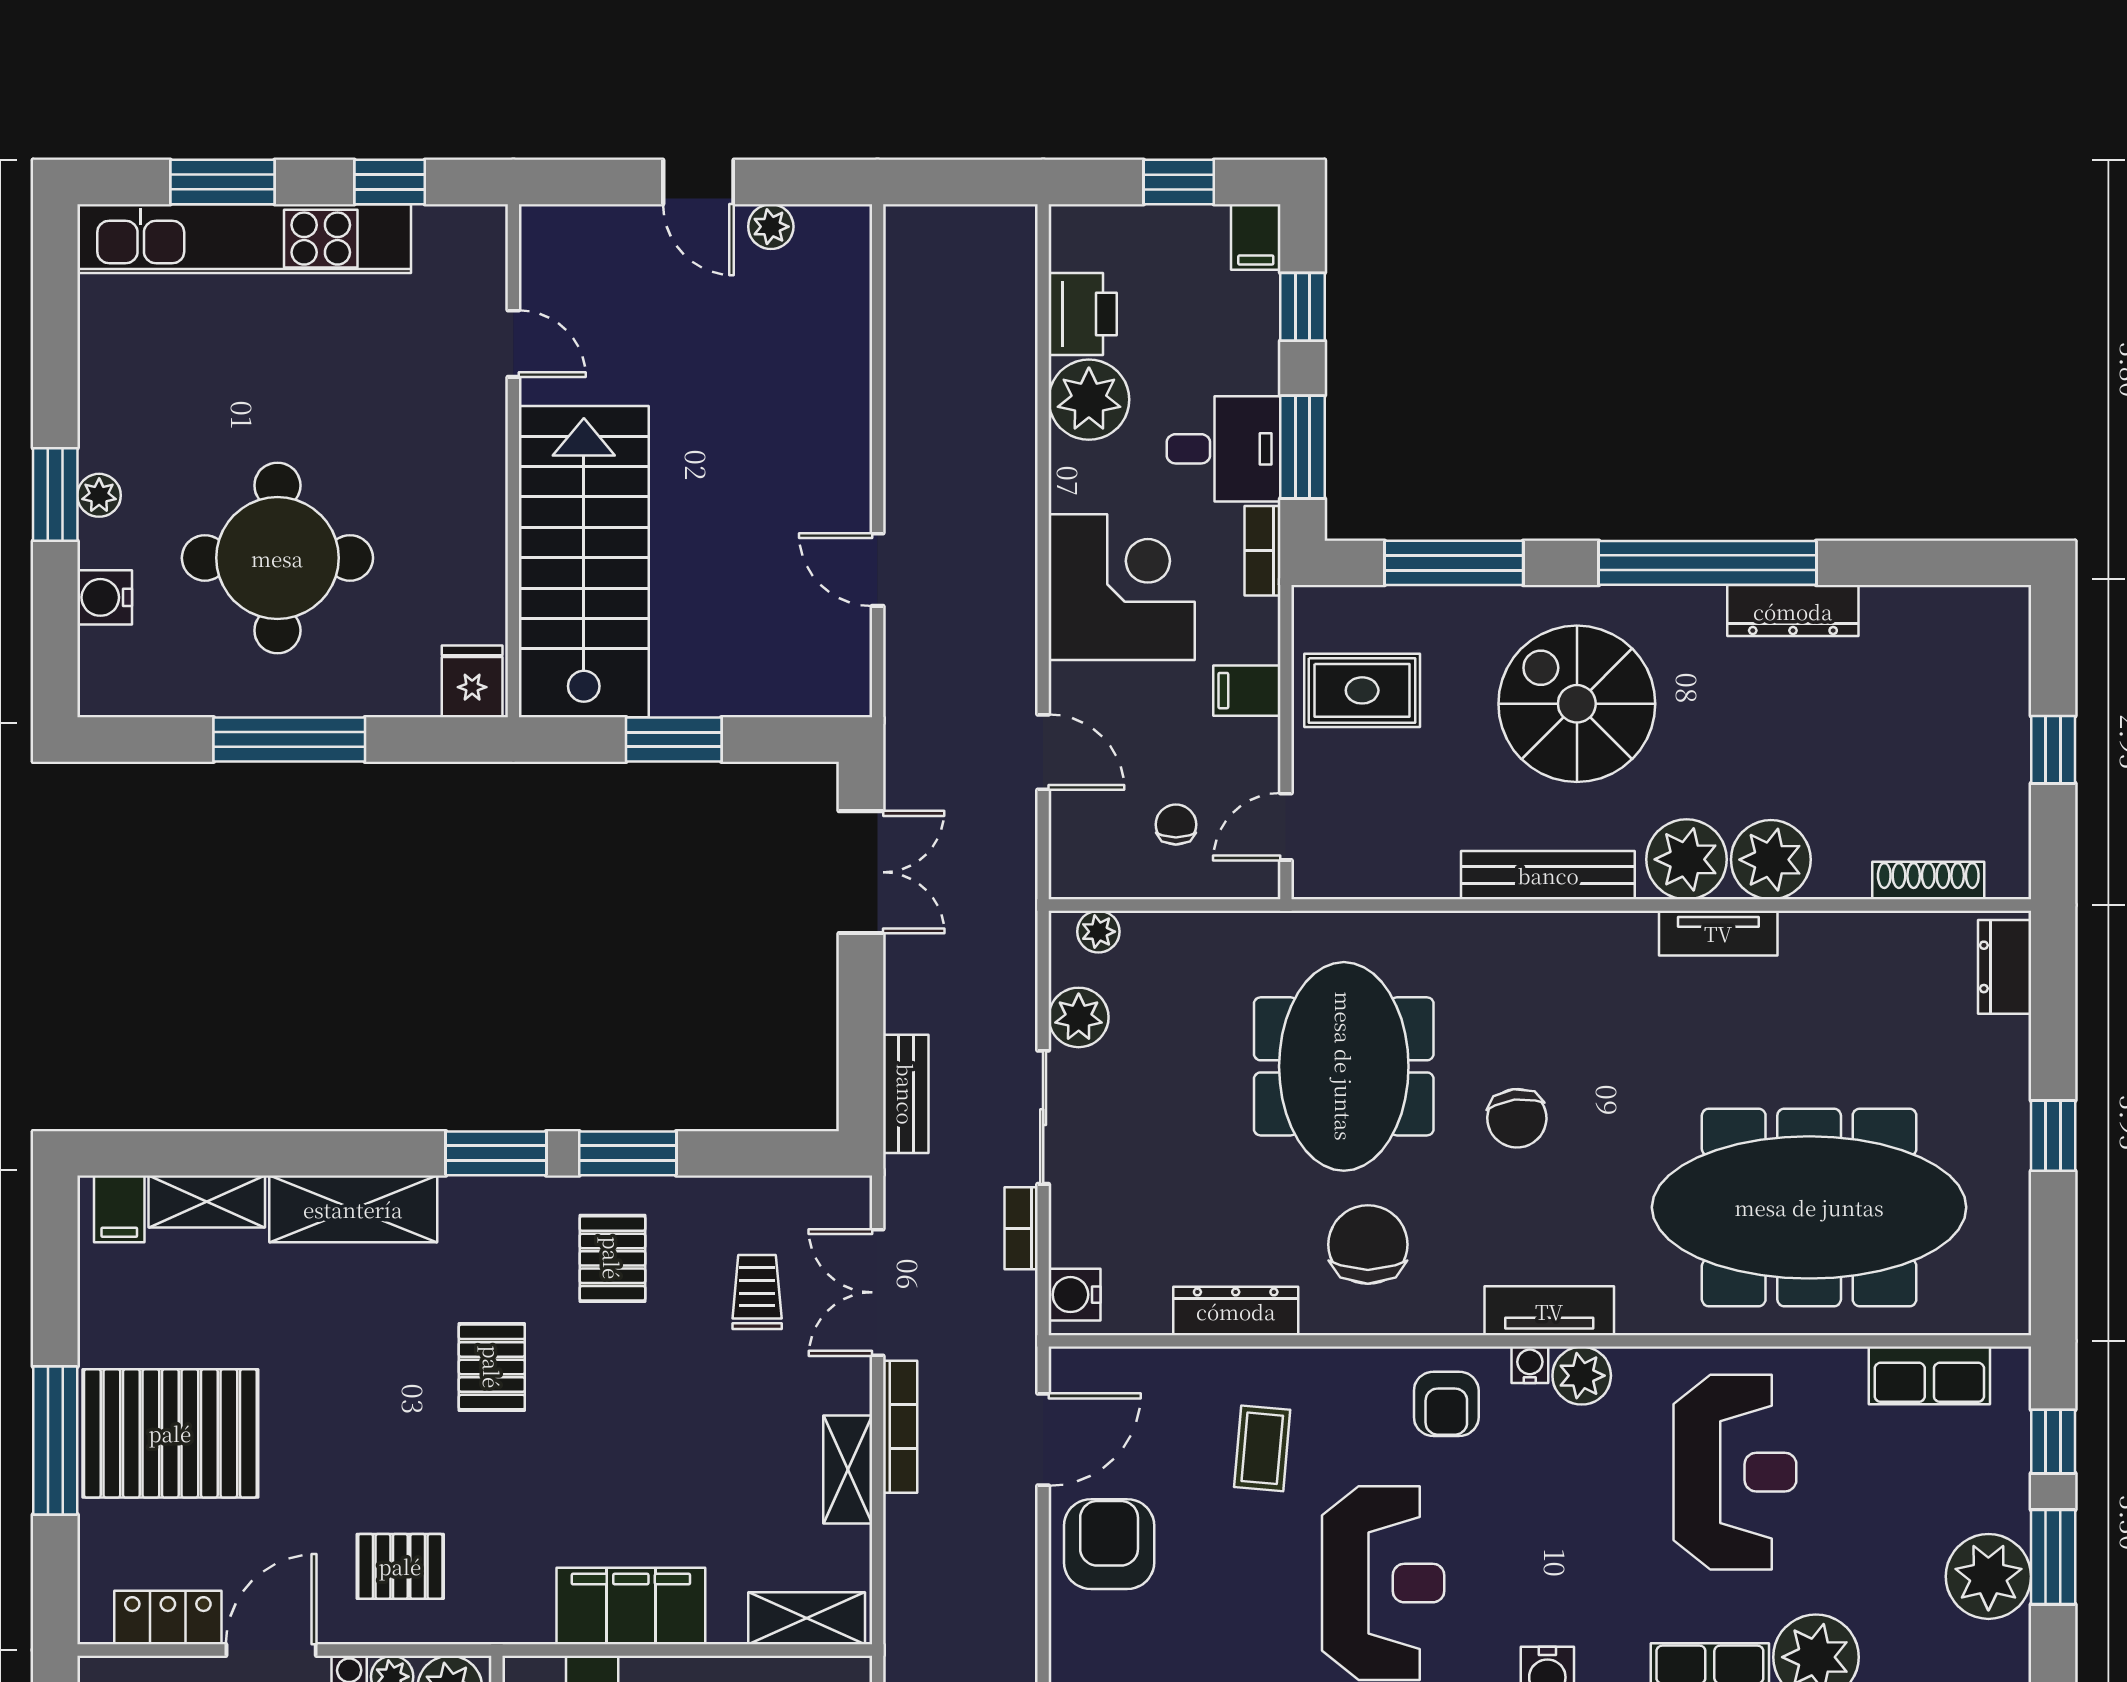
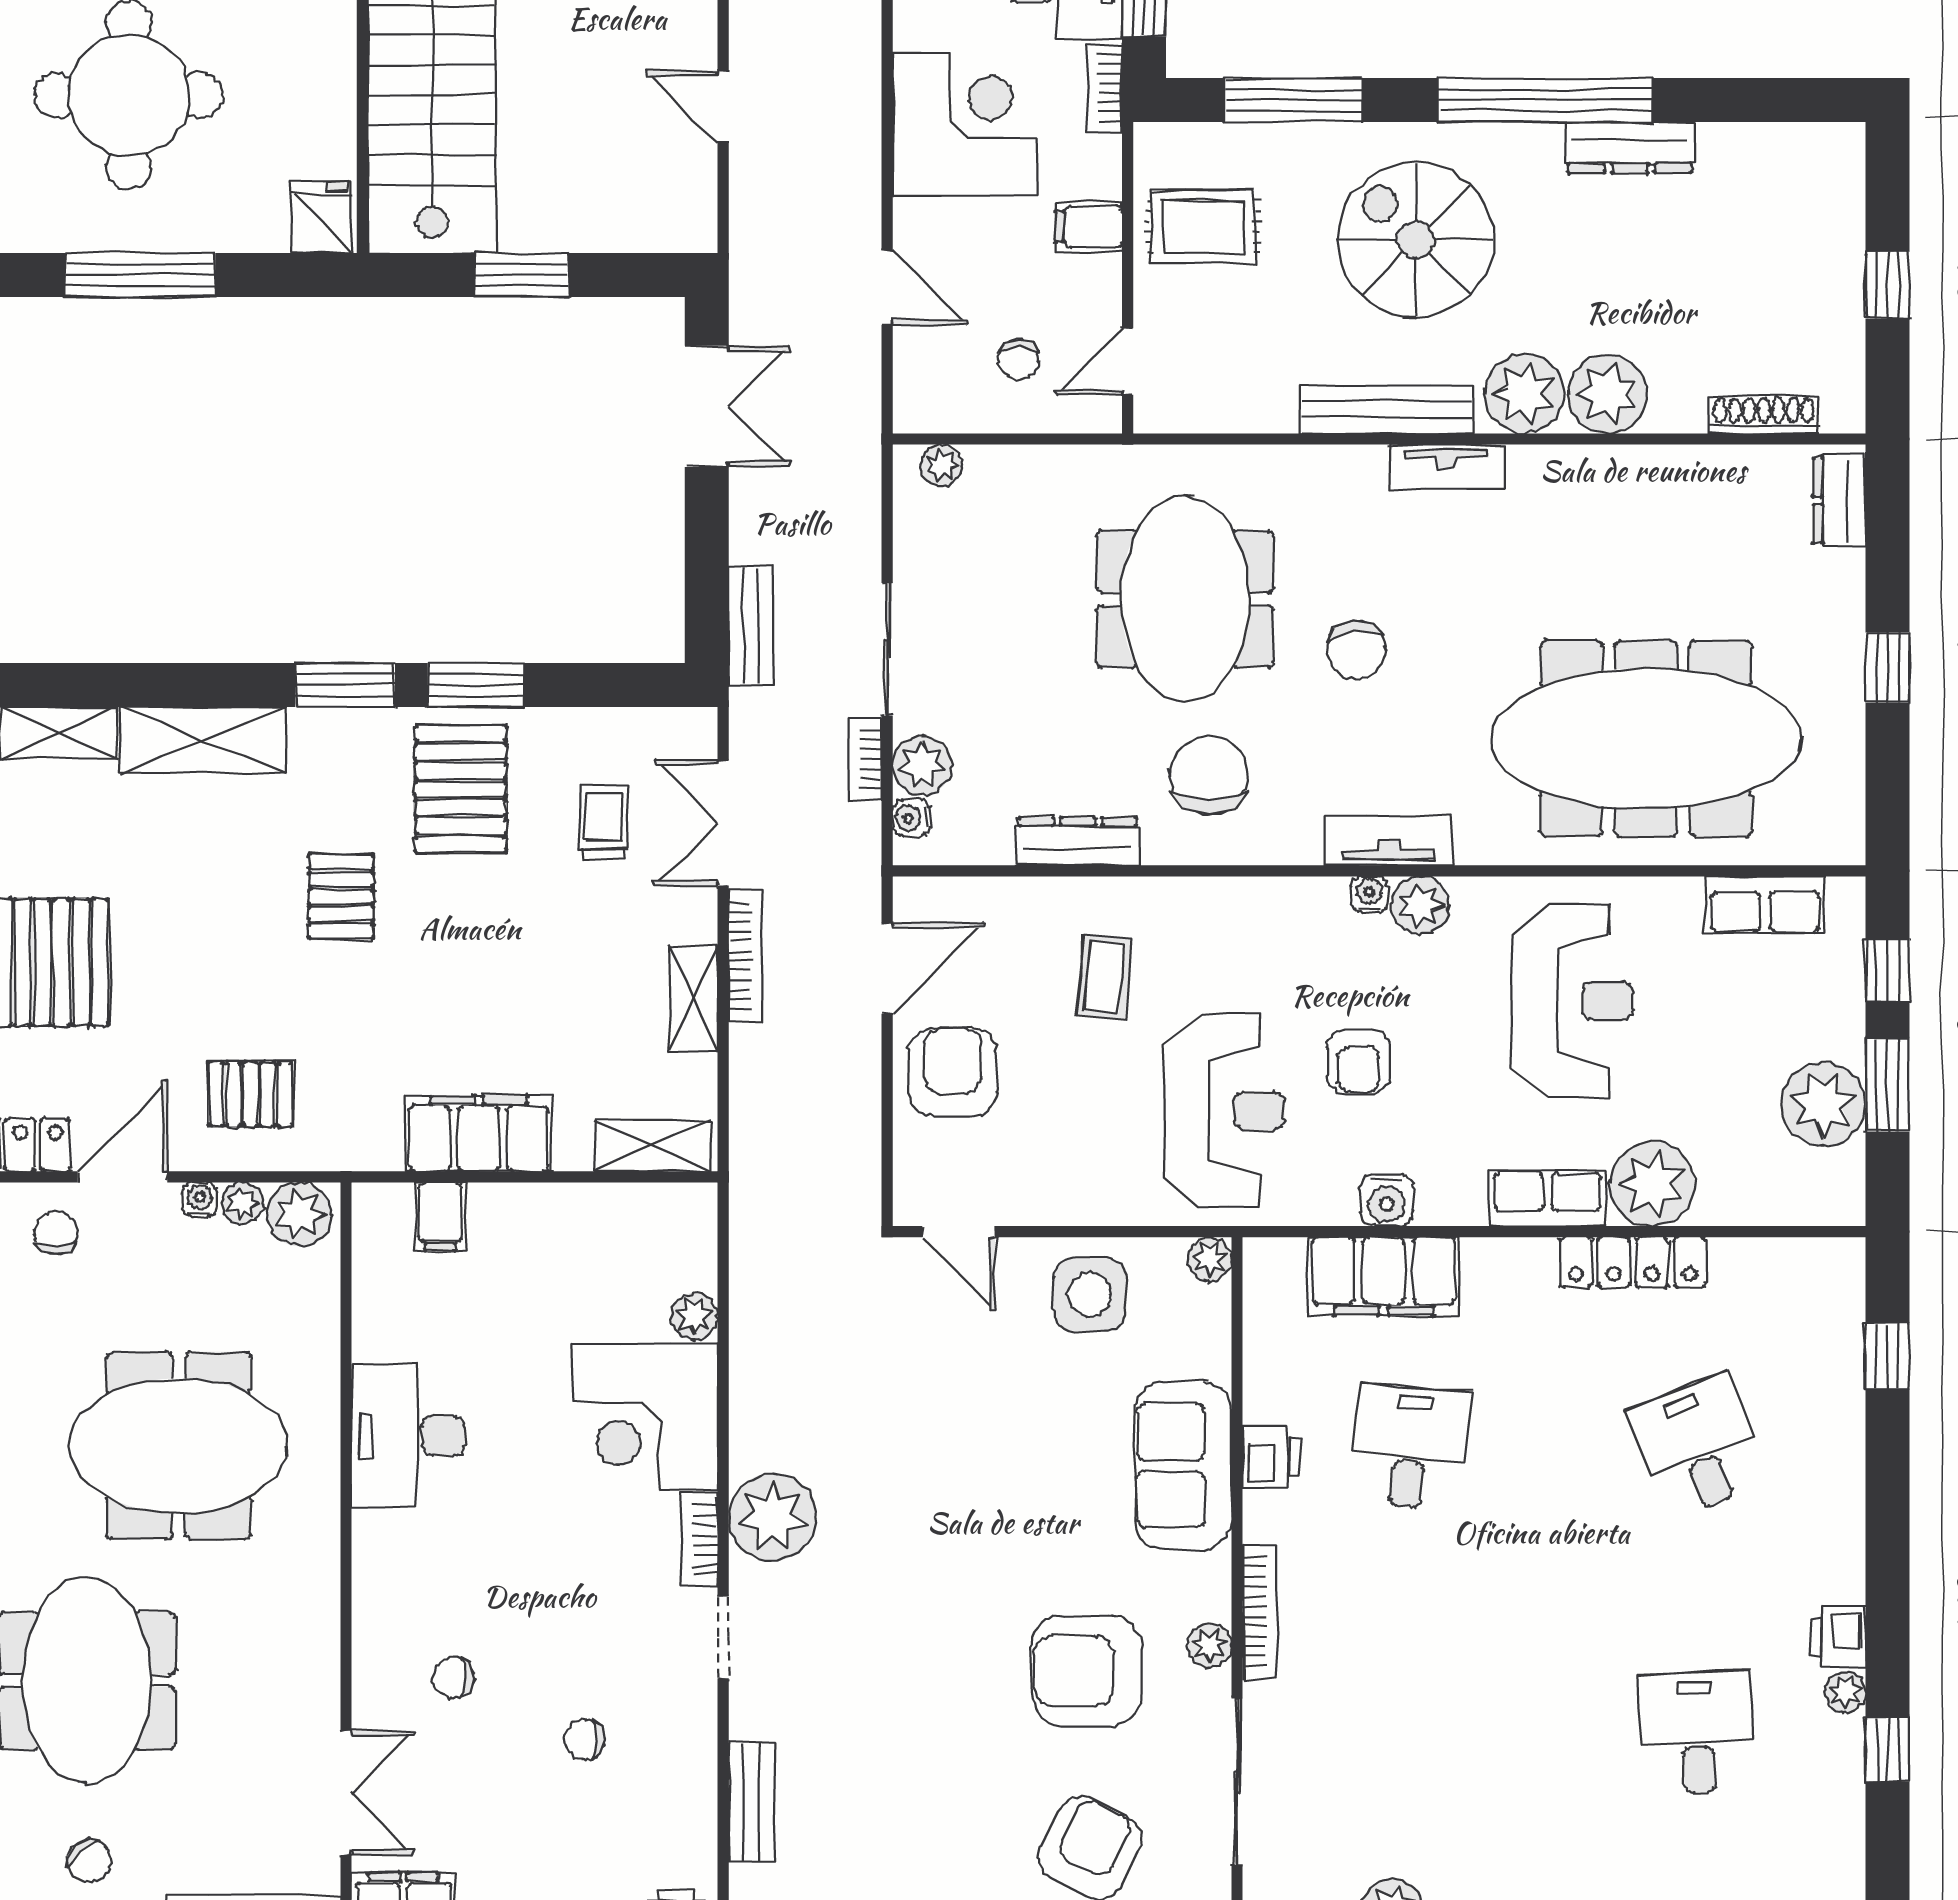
chair: (1176, 825) -> (1019, 359), turned 180
tv unit: (1718, 933) -> (1446, 467), moved
plant: (1079, 1017) -> (922, 765), moved
pallet: (612, 1258) -> (461, 789), width x1.50, depth x1.42
water cooler: (1075, 1295) -> (911, 818), width x0.72, depth x0.72
armchair: (1446, 1404) -> (1359, 1061), moved

